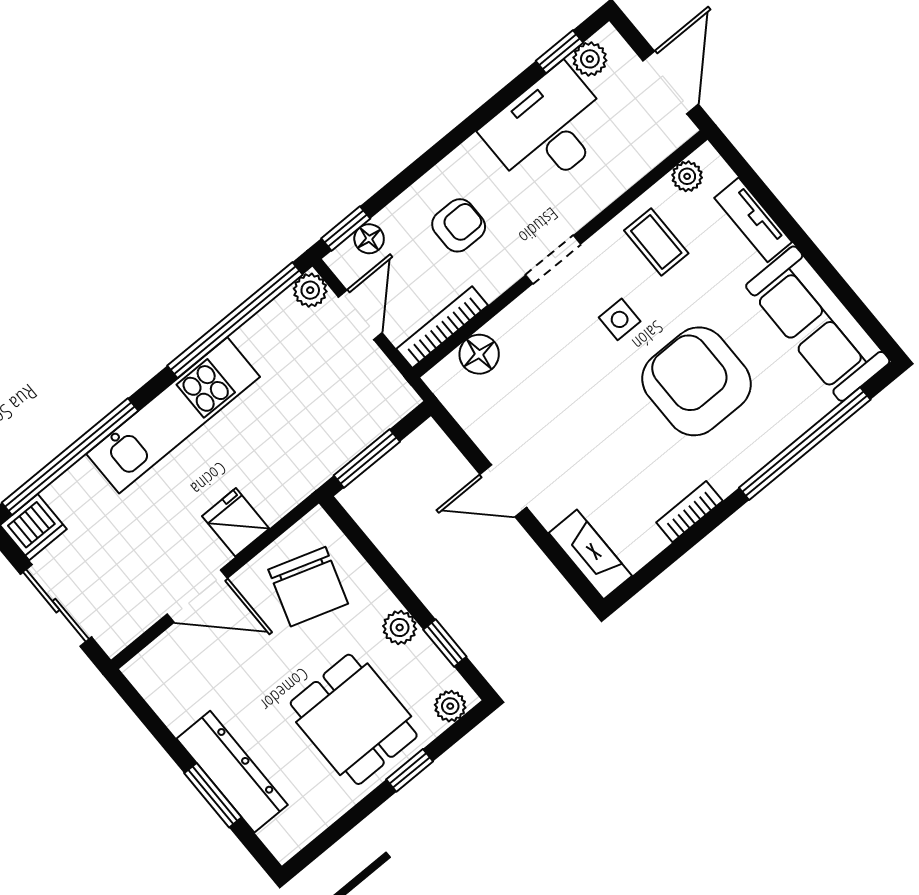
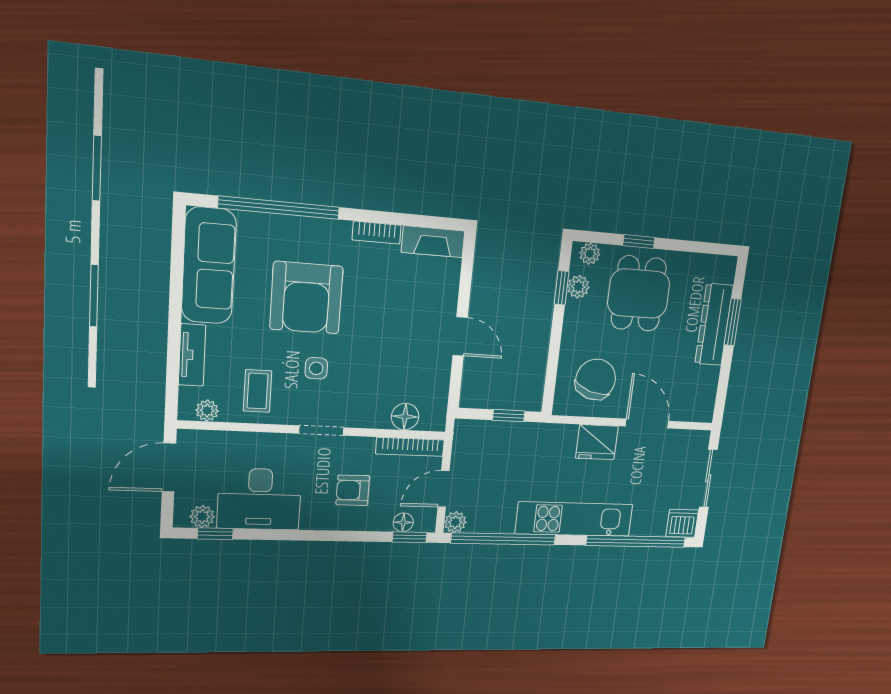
window: (367, 458) -> (509, 416), width x0.67
fridge: (236, 522) -> (597, 442), width x1.38
fireplace: (590, 554) -> (433, 242), moved, turned -90
plant: (400, 627) -> (578, 287), moved

